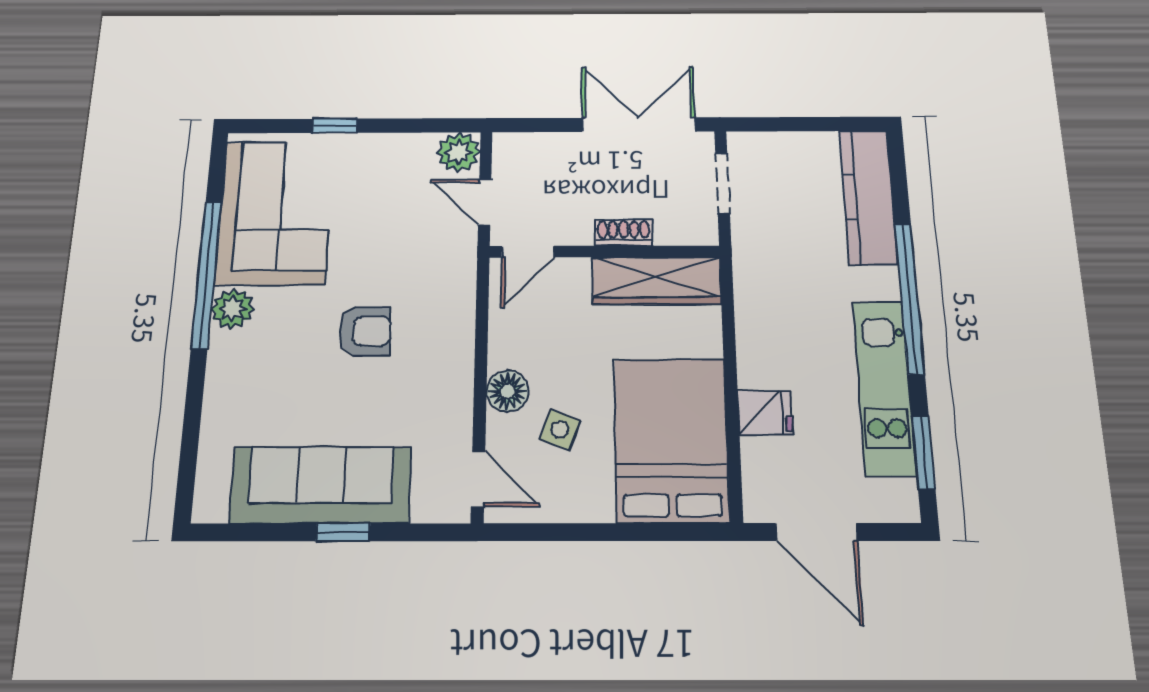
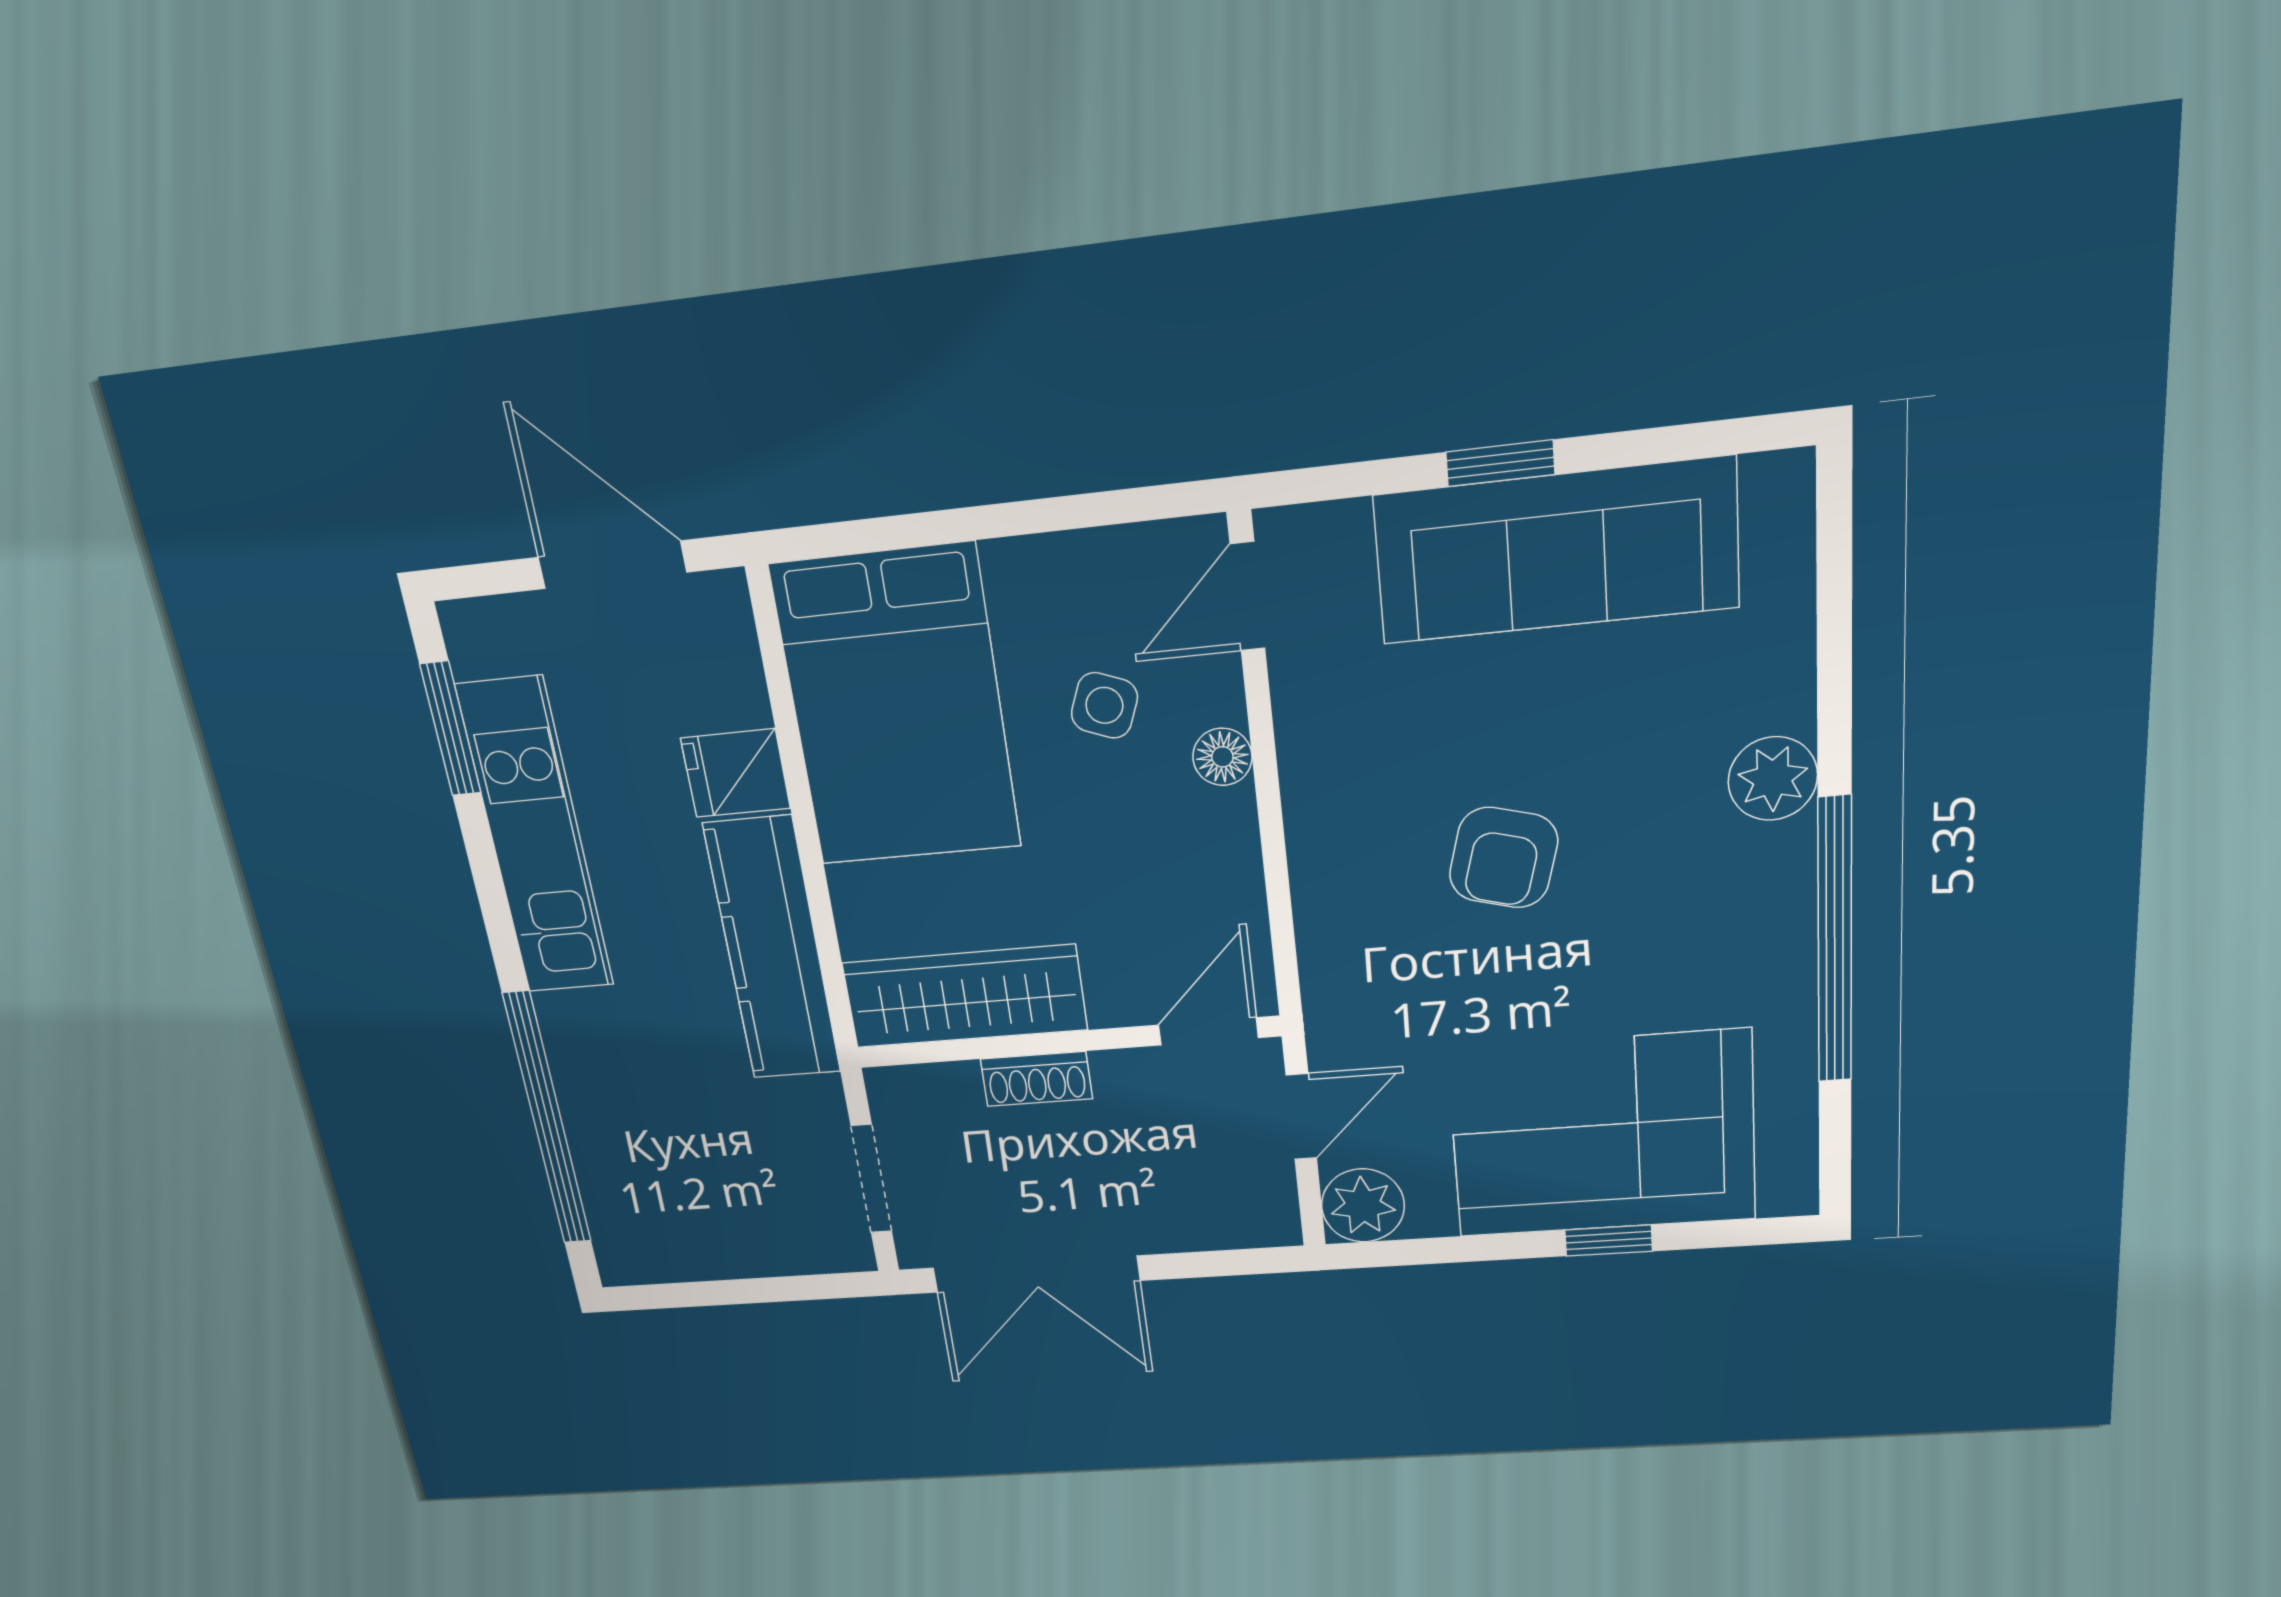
kitchen counter: (868, 197) -> (773, 949), moved, turned 180
door: (485, 202) -> (1301, 1117), hinge flipped
corner sofa: (275, 212) -> (1602, 1135), moved, turned 90
window: (909, 298) -> (547, 1119), moved
plant: (233, 309) -> (1773, 779), moved
armchair: (365, 331) -> (1504, 858), turned -75
floor lamp: (508, 391) -> (1222, 757), width x0.73, depth x0.73
door: (478, 479) -> (1248, 596), hinge flipped

